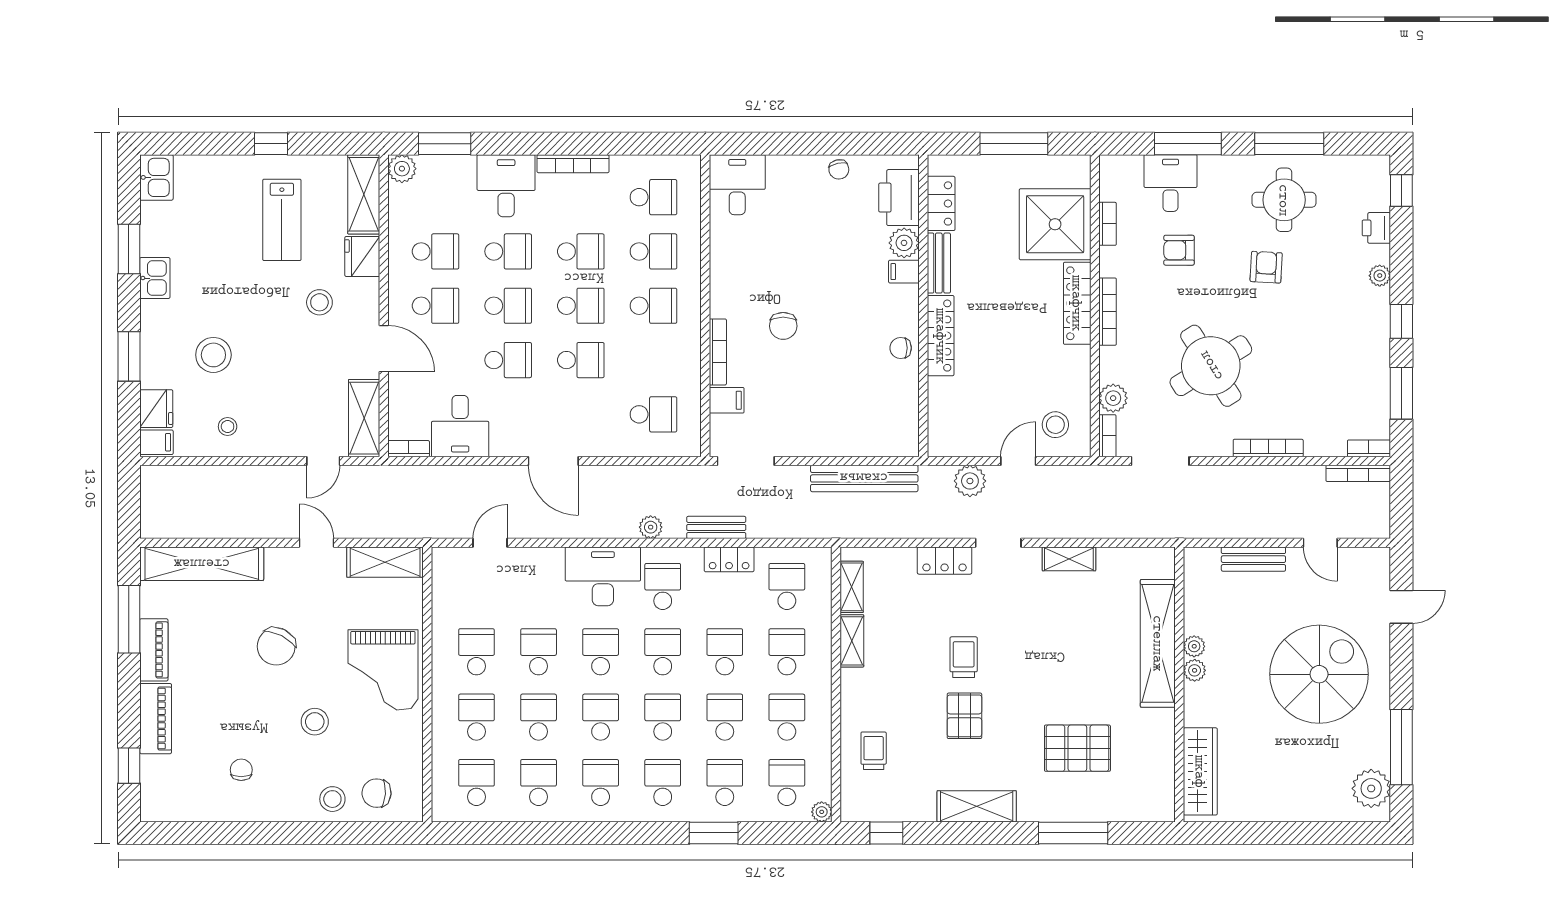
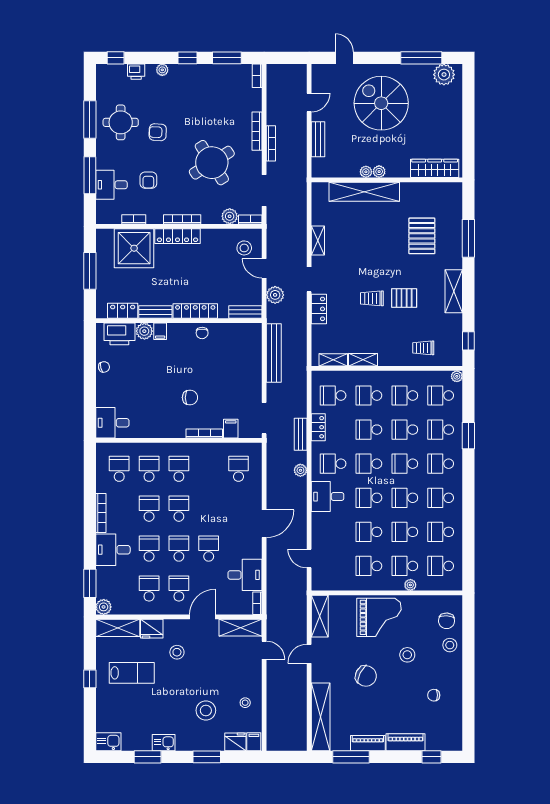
school desk: (581, 360) -> (209, 509), removed
bench: (939, 427) -> (245, 312), added
bookcase: (1358, 473) -> (271, 143), moved
desk: (603, 576) -> (328, 497), width x0.73
plant: (442, 727) -> (410, 585), added

